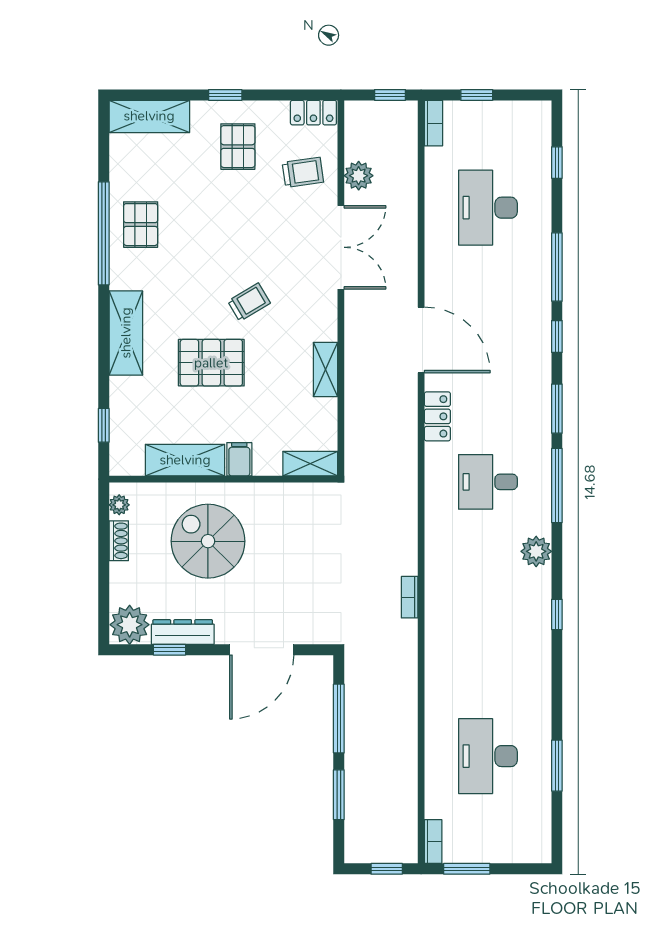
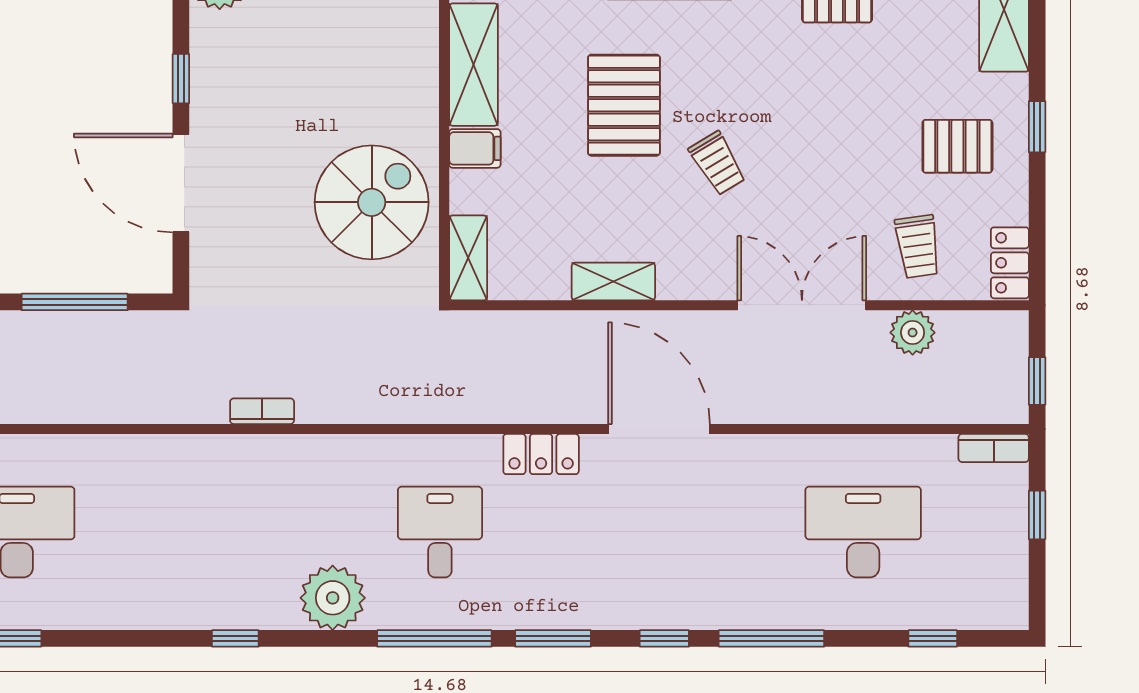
double door: (341, 247) -> (802, 305), swing flipped
door: (421, 340) -> (659, 429), swing flipped
spiral stairs: (208, 541) -> (372, 202), moved
plant: (536, 551) -> (333, 598), width x1.36, depth x1.36
dresser: (183, 632) -> (208, 61), removed
window: (169, 650) -> (181, 79), moved

